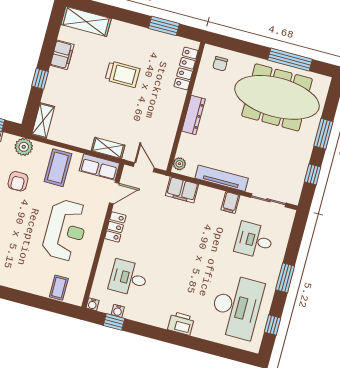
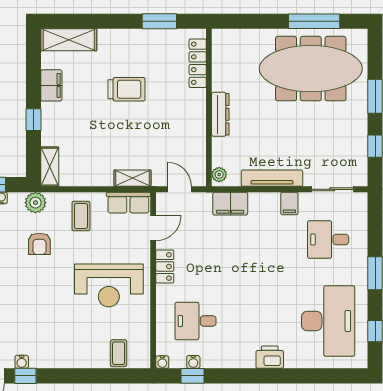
chair: (220, 64) -> (235, 47), removed
coffee table: (58, 168) -> (81, 216), width x0.73, depth x0.77
reception desk: (66, 230) -> (109, 285), turned 90

